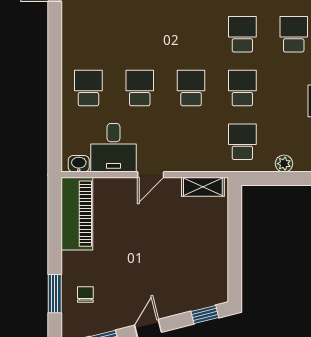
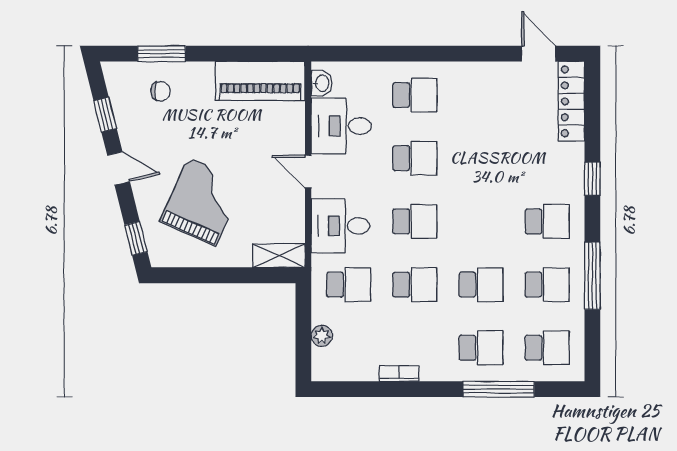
desk: (195, 148) -> (340, 226), added
shelving: (203, 187) -> (279, 256), moved, turned 90
grand piano: (175, 261) -> (202, 201), added

